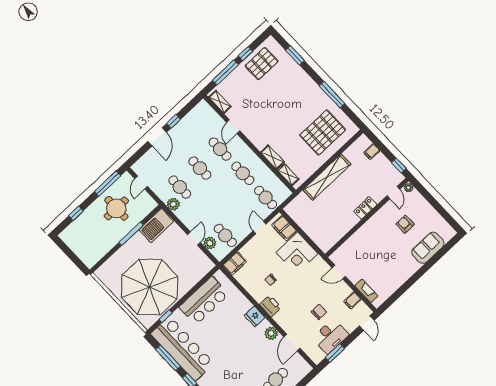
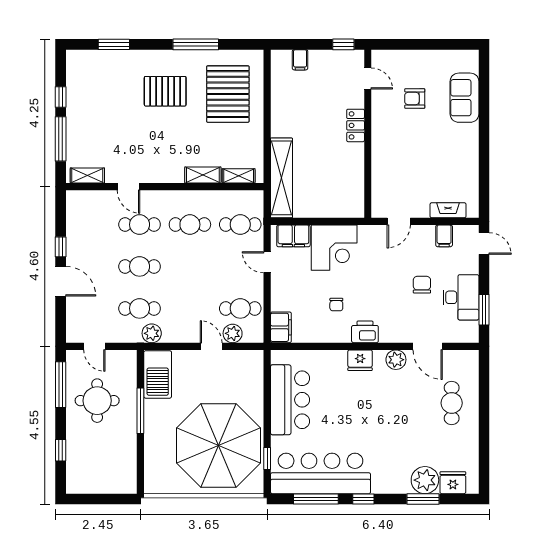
pallet: (262, 64) -> (165, 91), moved, turned 90
shelving: (327, 177) -> (281, 178), moved
plant: (409, 188) -> (378, 56), removed

